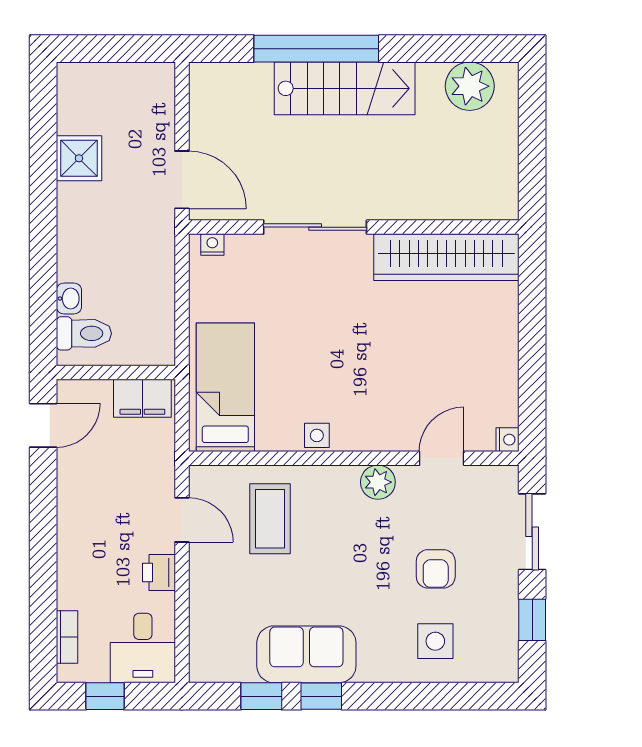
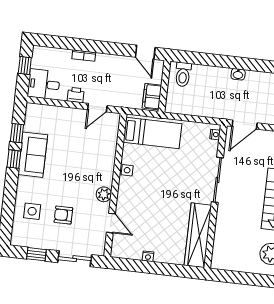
shower: (79, 158) -> (259, 81), removed
washbasin: (69, 298) -> (238, 74), moved
nightstand: (508, 440) -> (148, 256), moved
coffee table: (270, 519) -> (93, 146), removed
bookcase: (67, 637) -> (84, 56), moved

